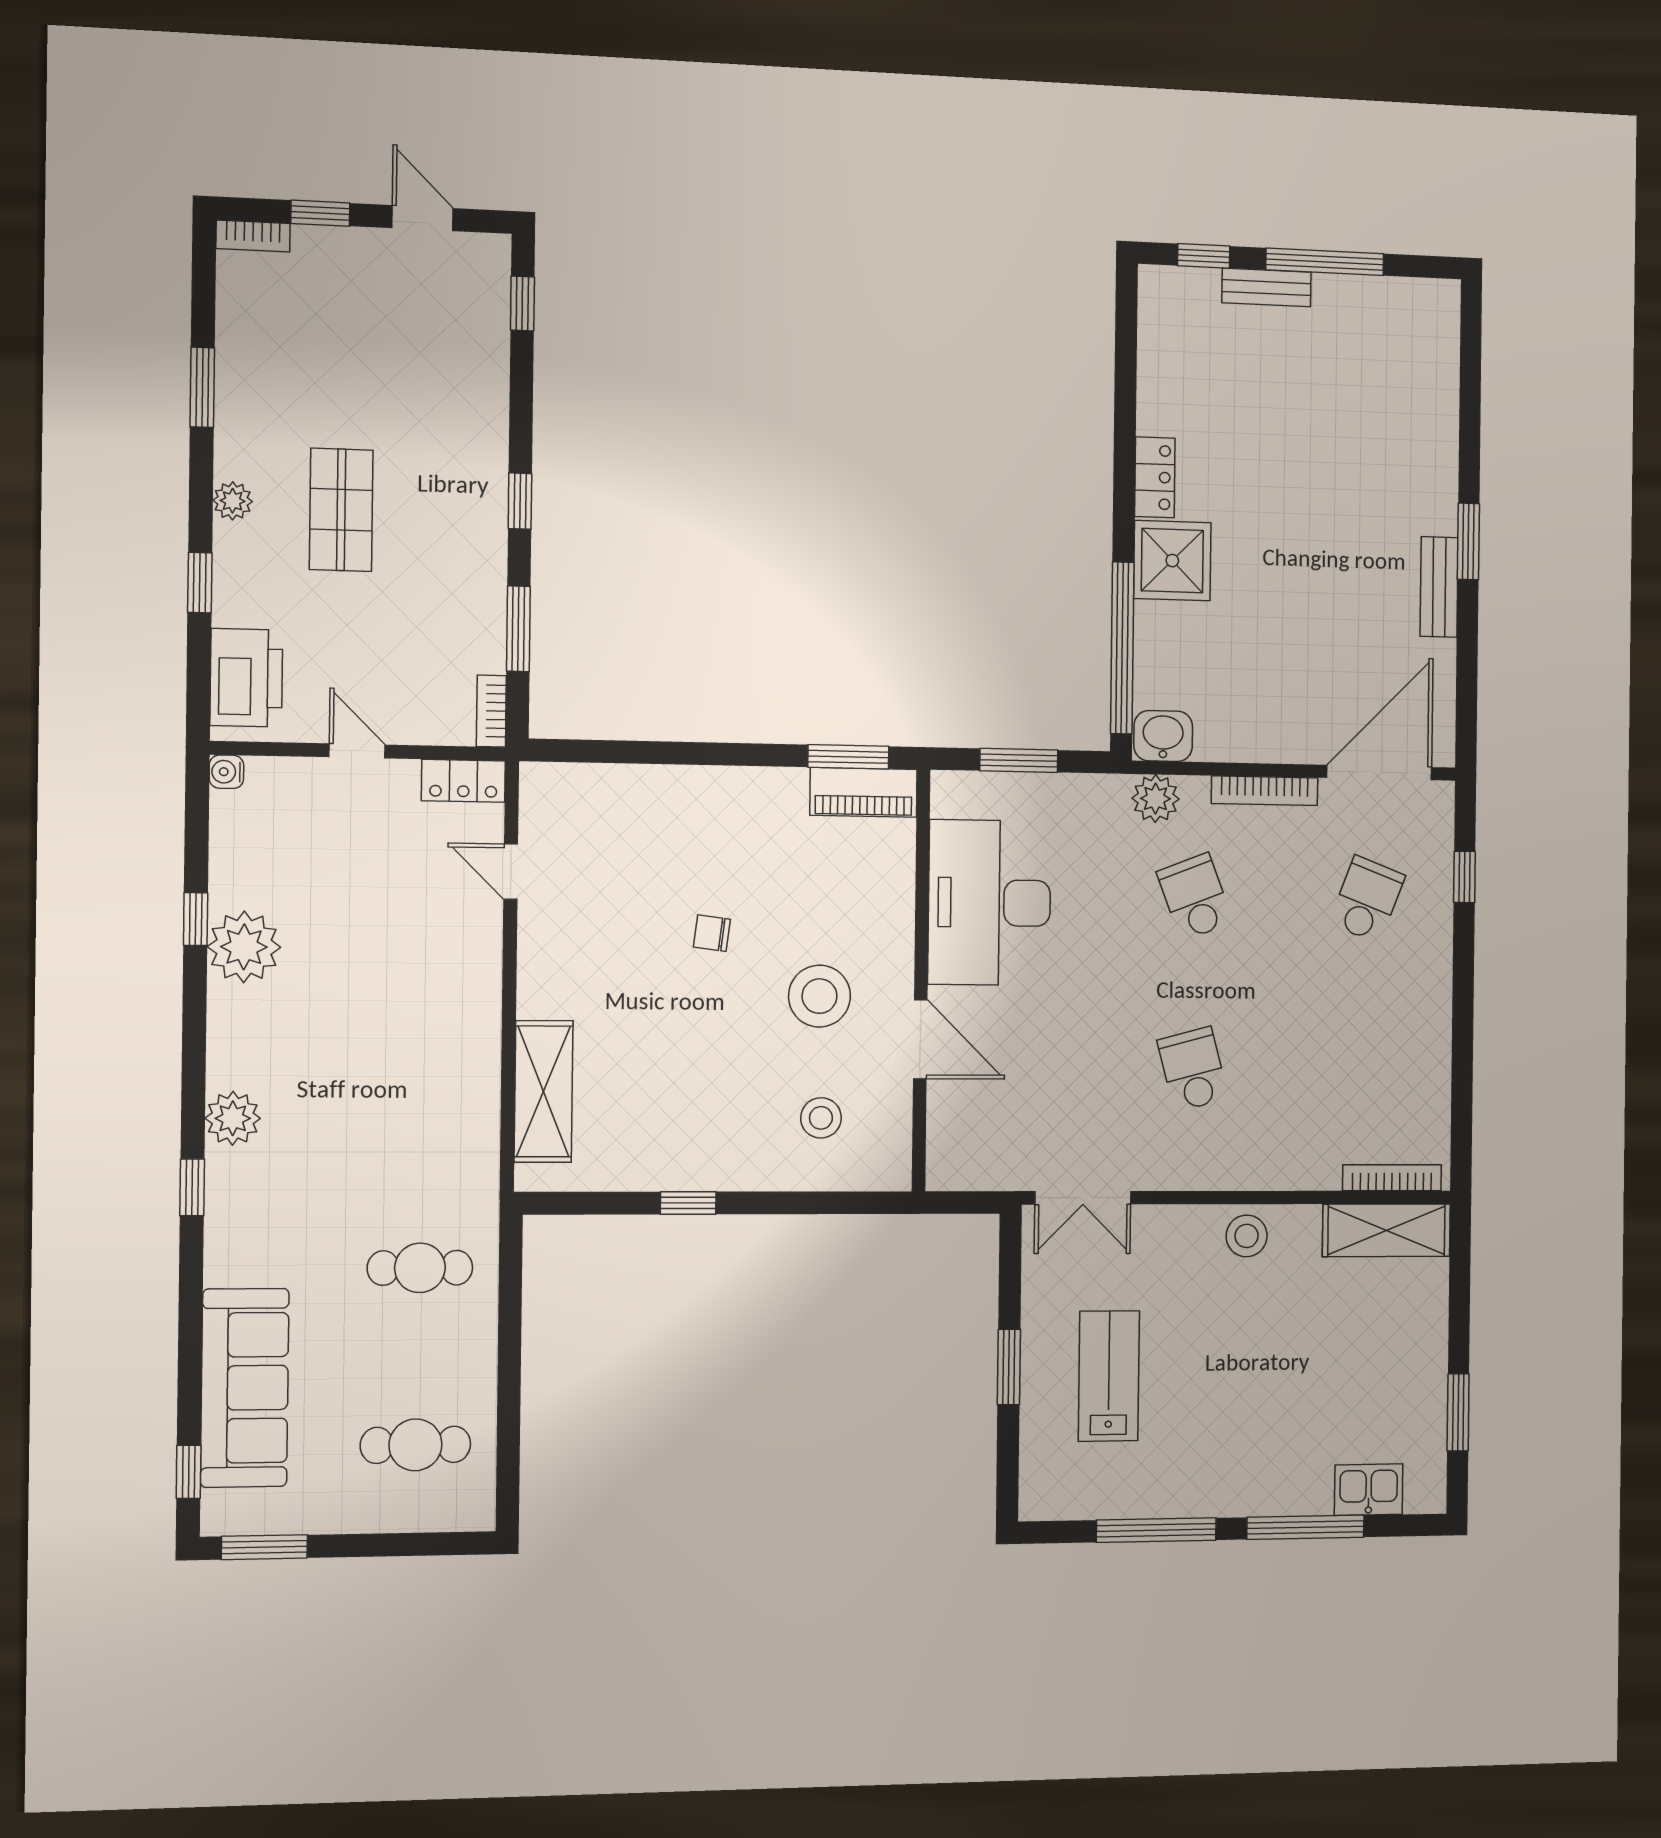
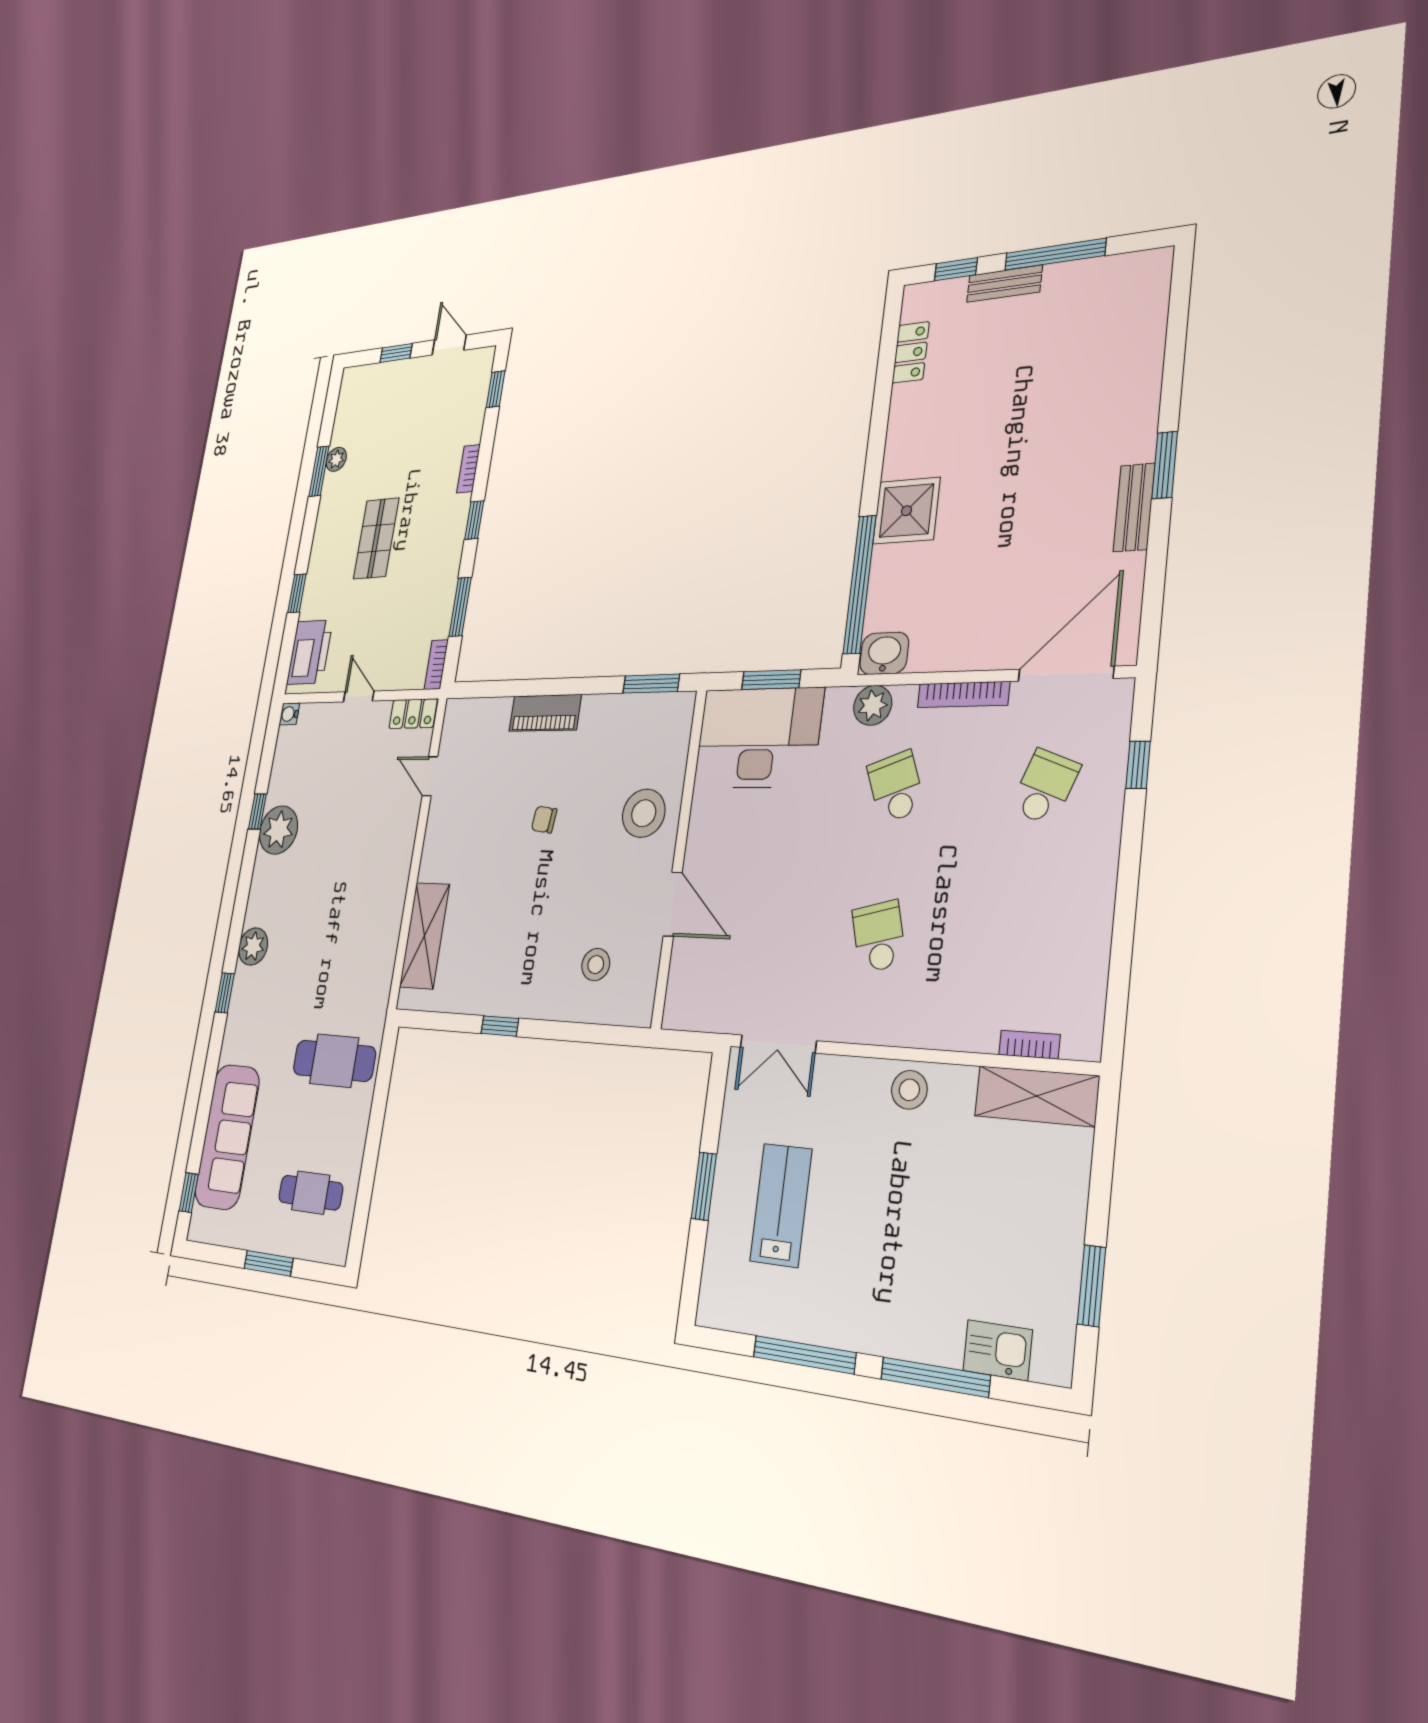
bookcase: (253, 236) -> (468, 469), moved, turned 90
locker: (1155, 477) -> (911, 352), moved
plant: (233, 501) -> (336, 459), moved
piano: (864, 792) -> (545, 713), moved
desk: (989, 903) -> (758, 738), moved, turned 90
stool: (819, 996) -> (644, 813), moved
bookcase: (1392, 1178) -> (1029, 1045), width x0.64
cafe table: (420, 1268) -> (334, 1061), width x1.37, depth x1.35
window: (264, 1547) -> (269, 1263), moved

